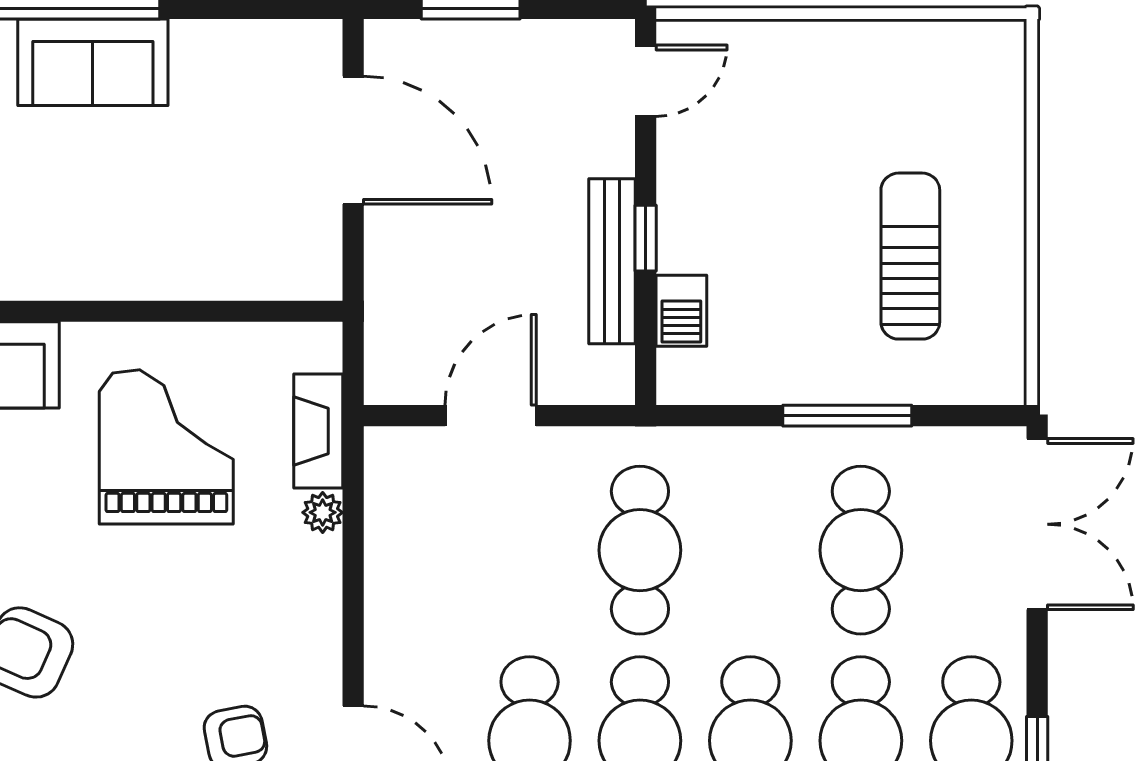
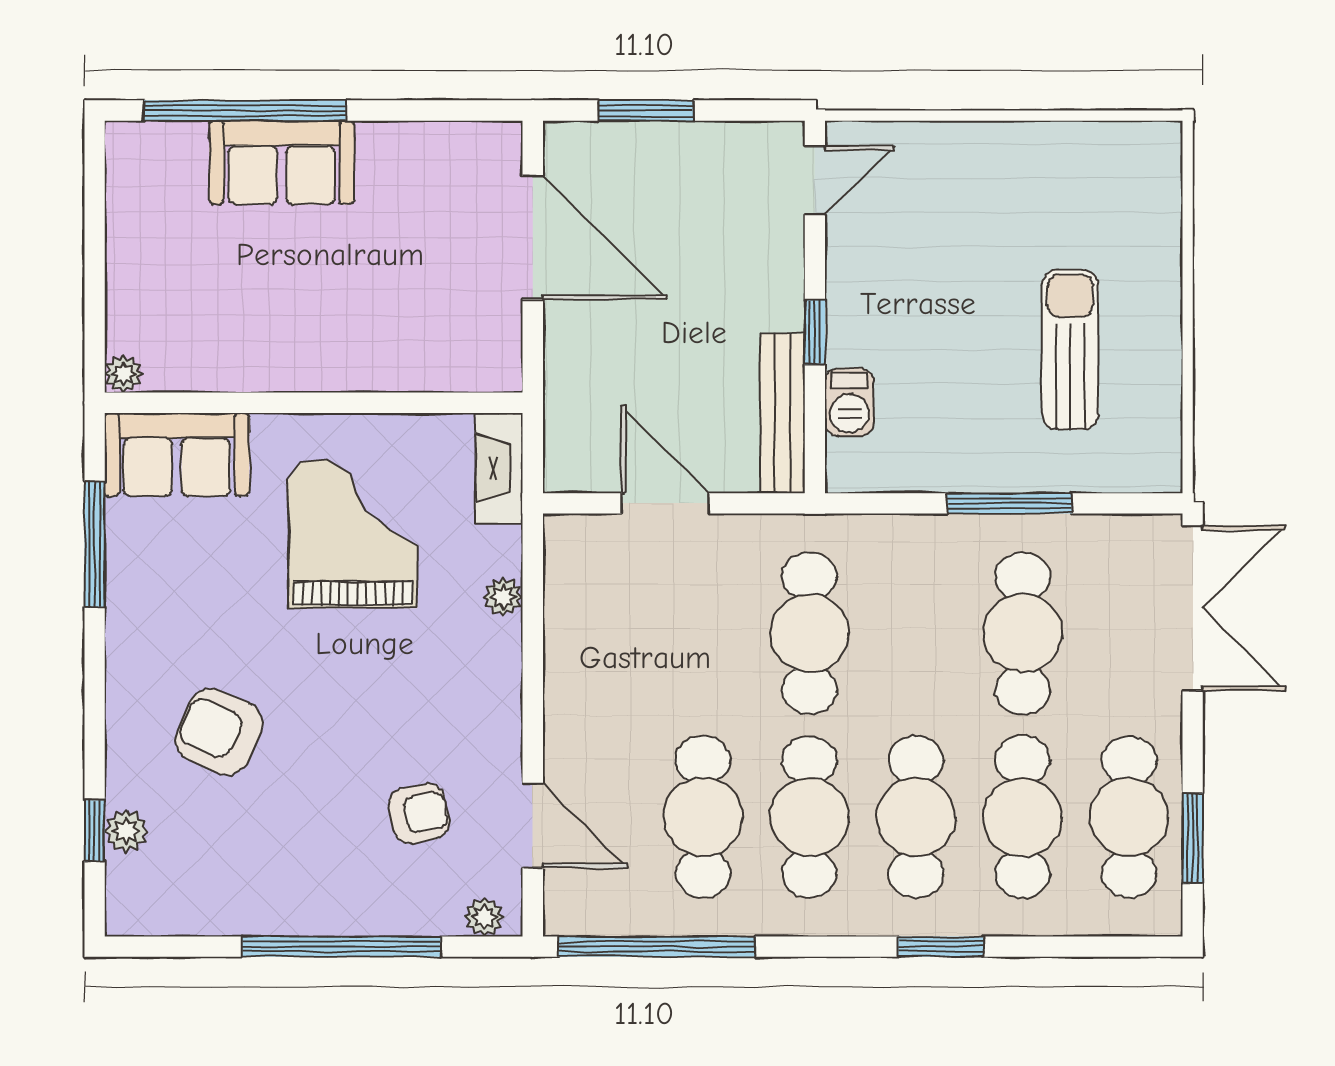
bench: (612, 261) -> (782, 414), moved
door: (491, 416) -> (665, 503), hinge flipped
fireplace: (318, 431) -> (499, 468), moved

